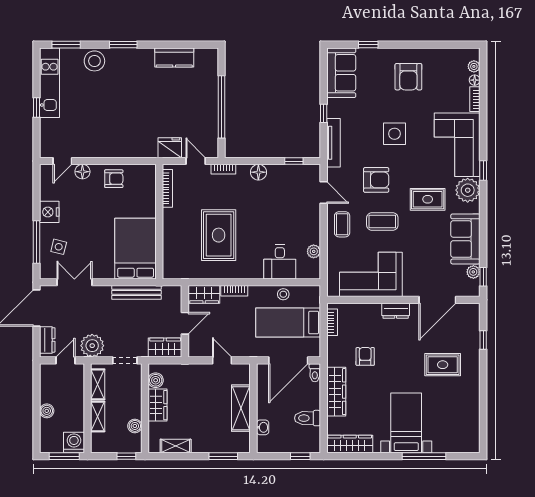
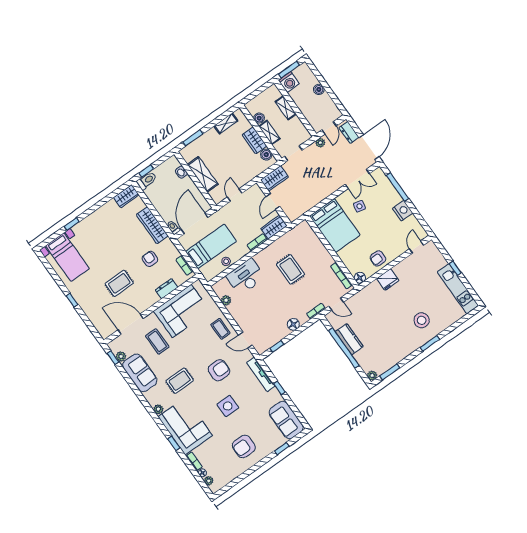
window: (66, 45) -> (390, 372), moved
plant: (212, 54) -> (372, 376), added
kitchen counter: (174, 58) -> (349, 339), moved, turned 90
stool: (94, 61) -> (422, 320), moved
armchair: (408, 77) -> (244, 446), turned -90
fridge: (170, 148) -> (388, 280), moved
window: (483, 170) -> (174, 443), moved
floor lamp: (82, 172) -> (360, 278), moved
armchair: (376, 180) -> (219, 370), turned 180
plant: (468, 190) -> (158, 409), width x0.53, depth x0.53
coffee table: (382, 221) -> (157, 341), moved, turned 90
rug: (219, 235) -> (291, 269), width x0.73, depth x0.70
side table: (59, 247) -> (359, 206), moved
desk: (280, 262) -> (246, 277), width x1.37
bench: (137, 292) -> (315, 199), removed
door: (437, 300) -> (131, 324), hinge flipped
dresser: (396, 311) -> (167, 289), moved
window: (483, 340) -> (72, 300), moved
plant: (92, 346) -> (320, 143), width x0.53, depth x0.53
armchair: (365, 356) -> (150, 259), turned 180
door: (222, 360) -> (235, 195), swing flipped
rug: (443, 365) -> (119, 283), moved
shelving: (98, 384) -> (269, 132), moved
toilet: (307, 418) -> (147, 181), moved
bed with nightstands: (406, 423) -> (67, 257), moved
wardrobe: (350, 444) -> (126, 196), width x0.67
window: (126, 456) -> (251, 96), removed
window: (424, 456) -> (72, 224), width x0.46

